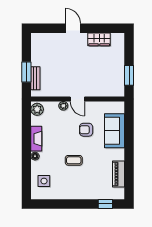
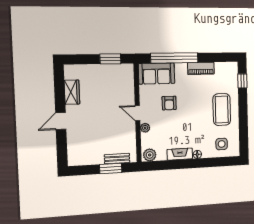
door: (77, 99) -> (138, 113), swing flipped
sofa: (115, 131) -> (157, 73), moved
window: (129, 136) -> (174, 58), added
coffee table: (74, 160) -> (222, 110), moved, width x1.86, depth x1.72
piano: (119, 174) -> (201, 68), moved

